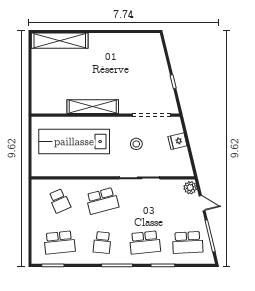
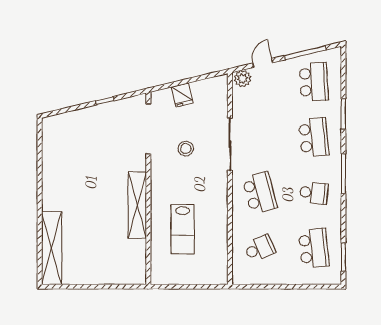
lab bench: (74, 142) -> (183, 229), width x0.54, depth x0.72

